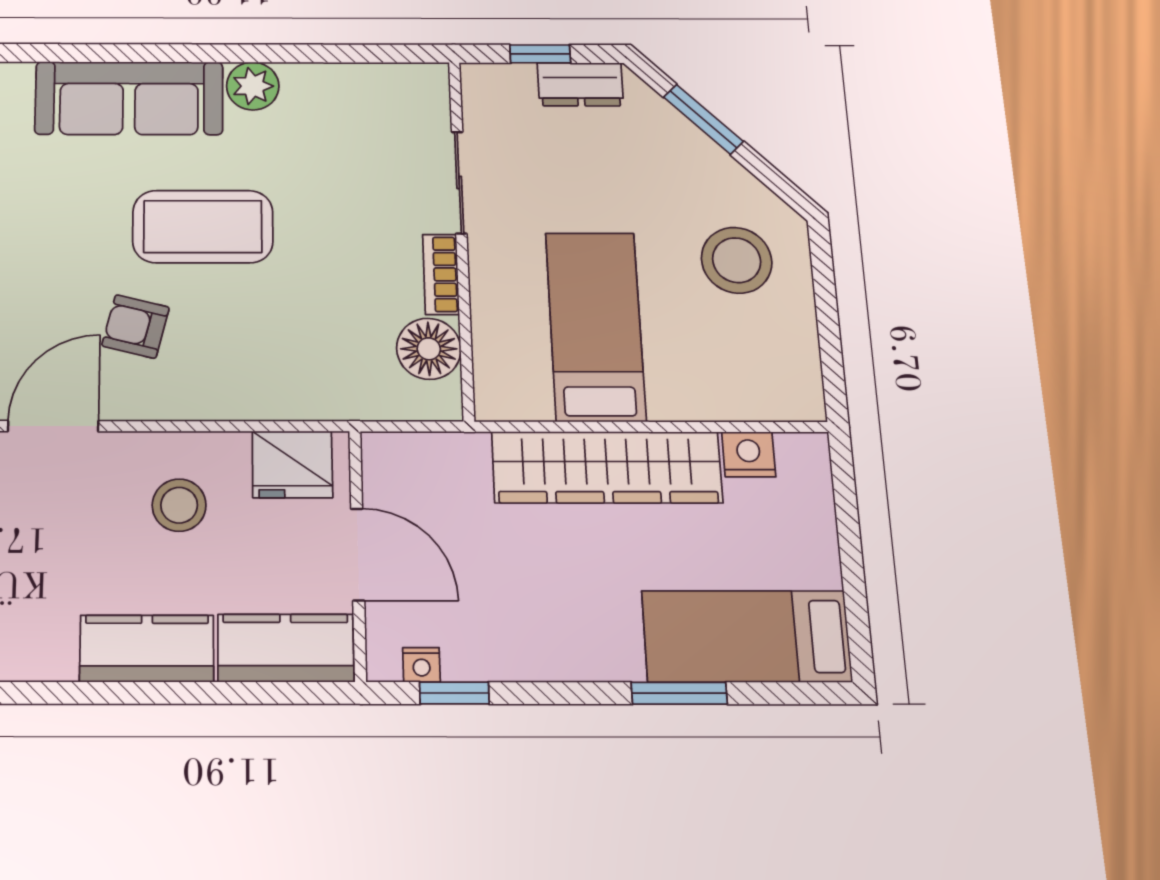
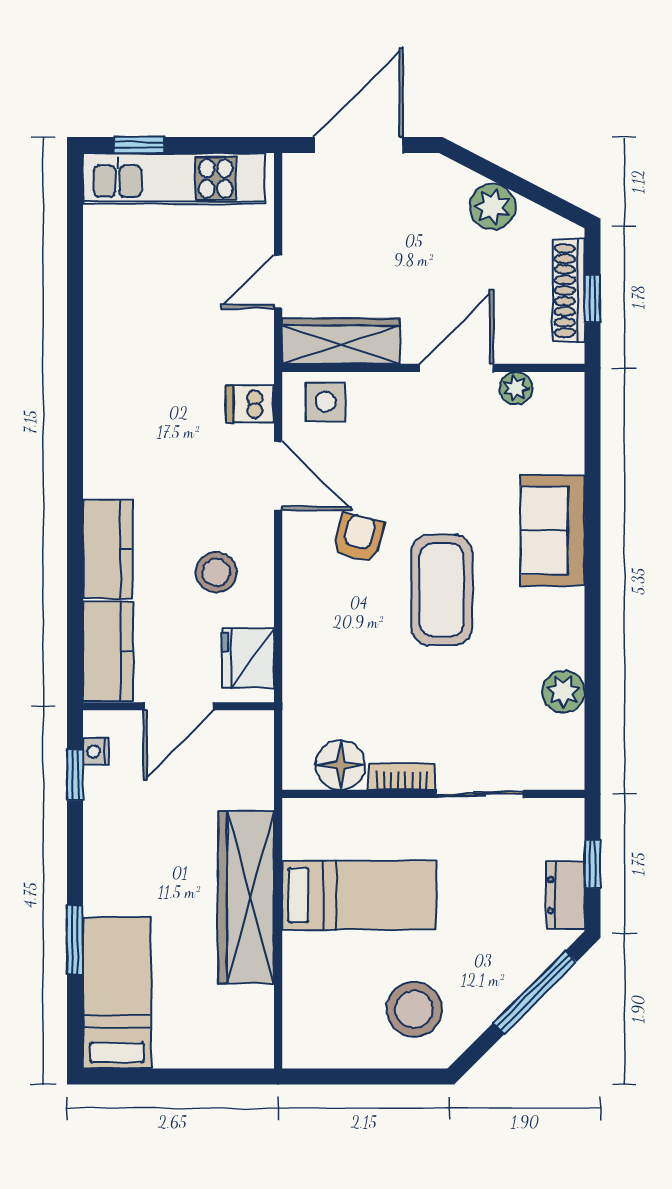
plant: (253, 86) -> (563, 692), moved
sofa: (129, 98) -> (553, 530), width x0.73
window: (703, 119) -> (535, 992), width x1.44
nightstand: (749, 454) -> (256, 1006), removed

